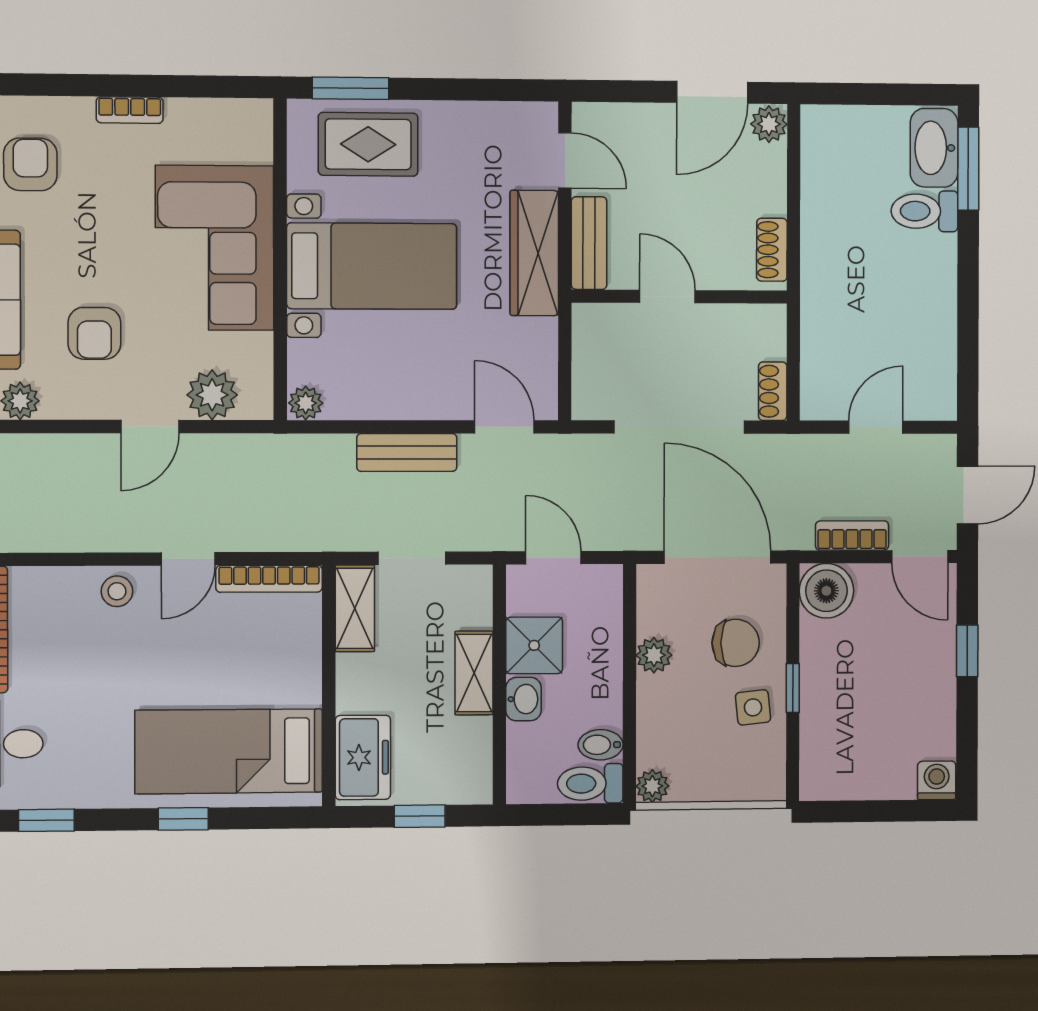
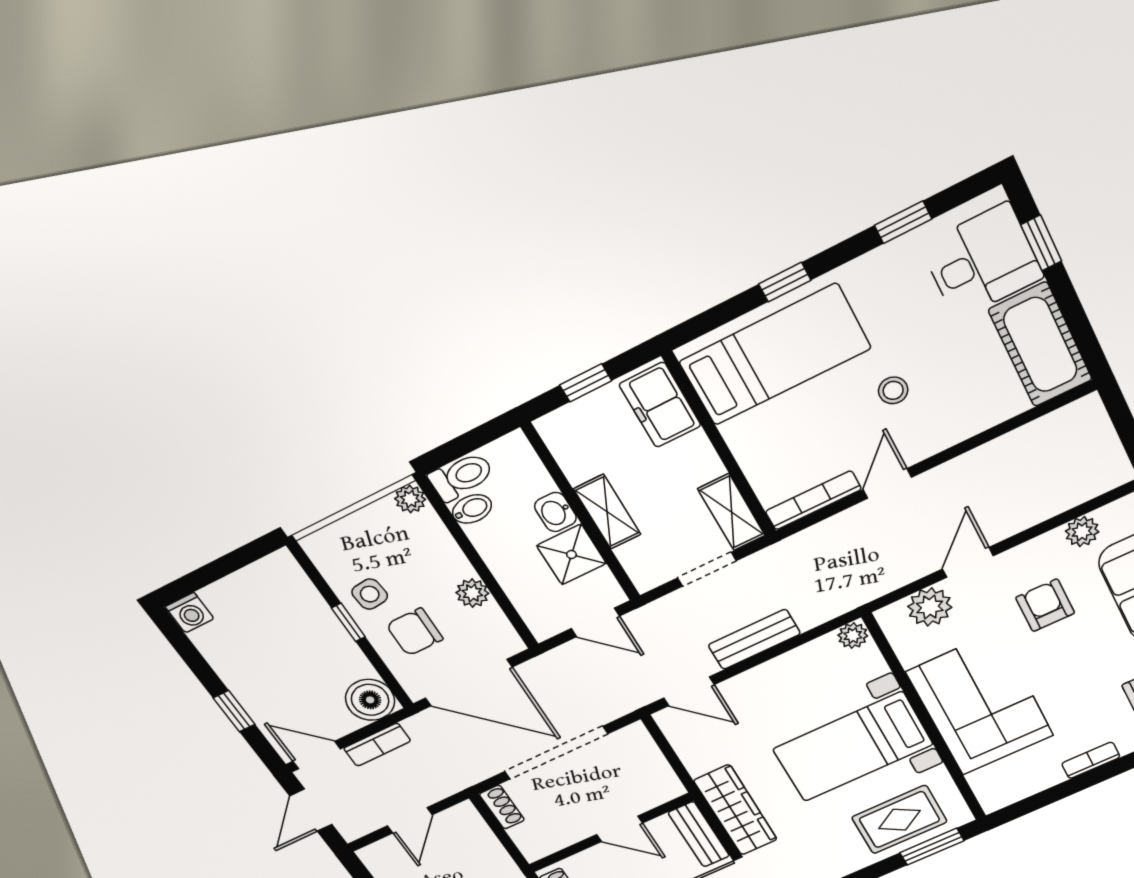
stool: (117, 591) -> (893, 390), moved

